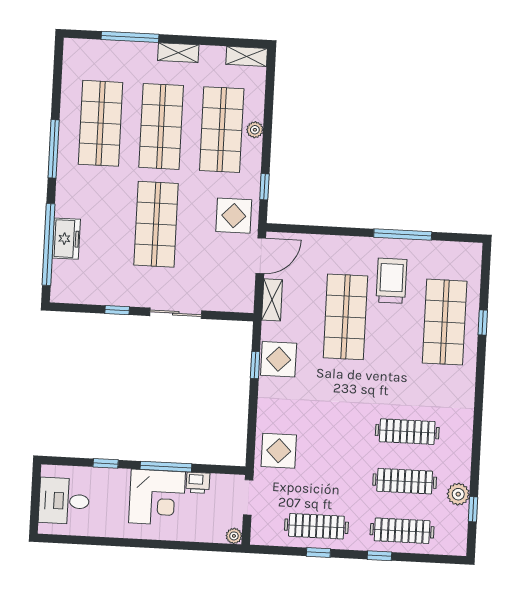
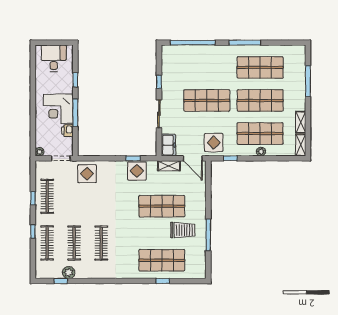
shelving: (178, 53) -> (301, 122), moved
freezer: (66, 239) -> (168, 145), moved, turned -90

